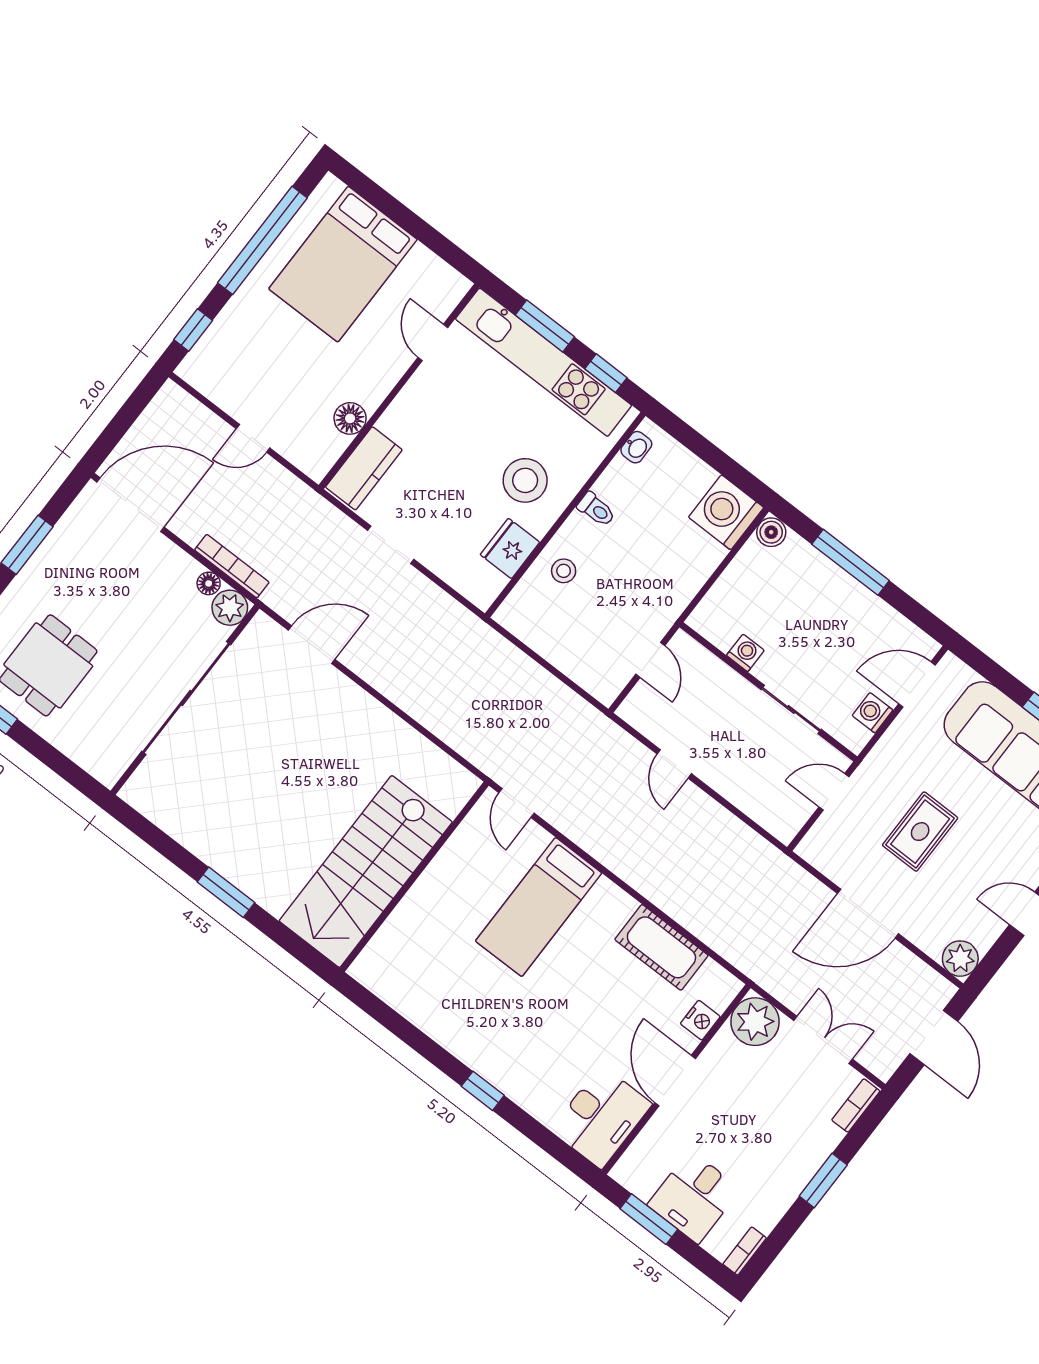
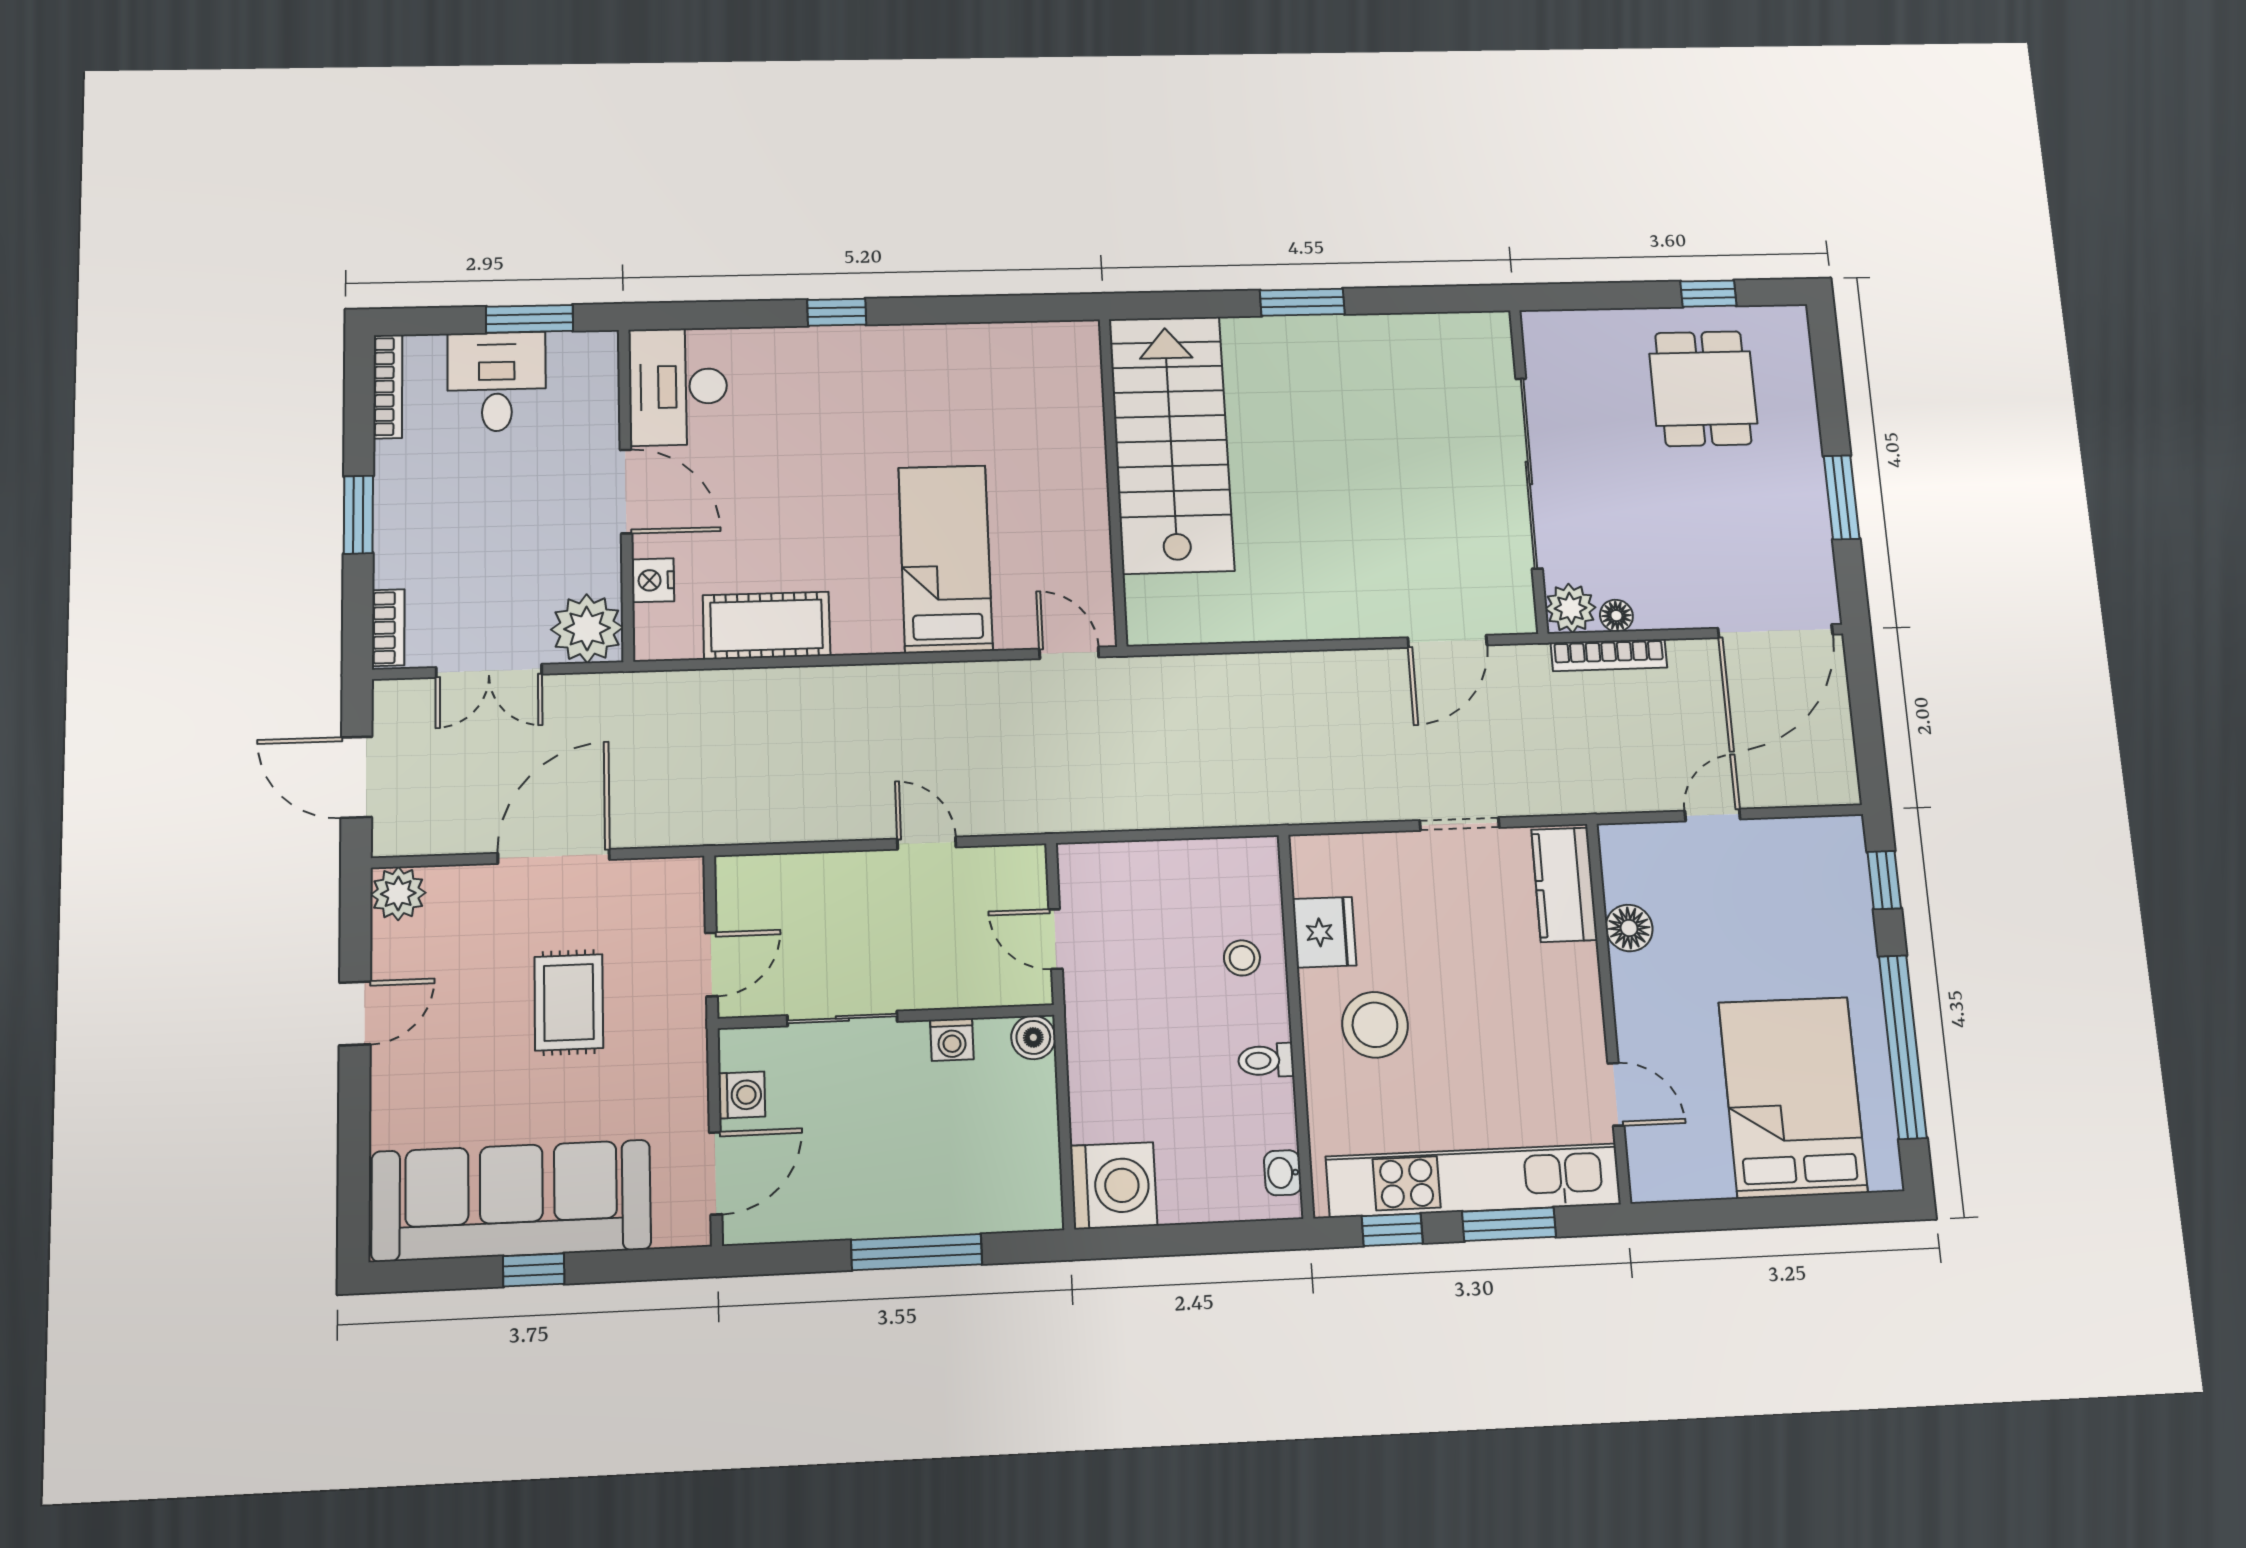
boiler: (771, 532) -> (1033, 1037), moved
bookcase: (745, 1251) -> (388, 387), width x1.56

